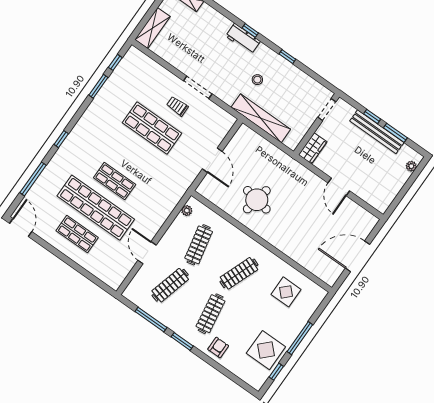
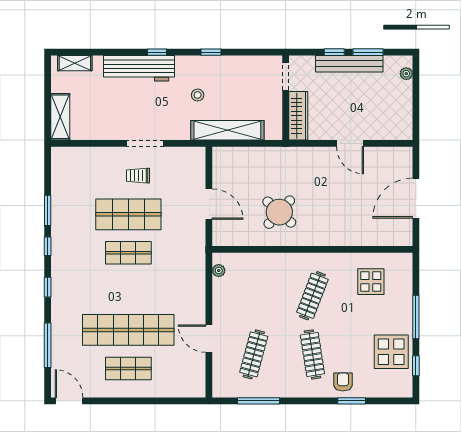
workbench: (243, 39) -> (139, 68), width x1.88, depth x1.32
window: (115, 62) -> (48, 246), moved
wardrobe: (313, 148) -> (298, 116), width x1.50
shop shelf: (115, 181) -> (128, 253), moved
round table: (257, 200) -> (279, 212), turned 32
clothes rail: (199, 245) -> (254, 296), removed
window: (182, 341) -> (352, 401), moved

